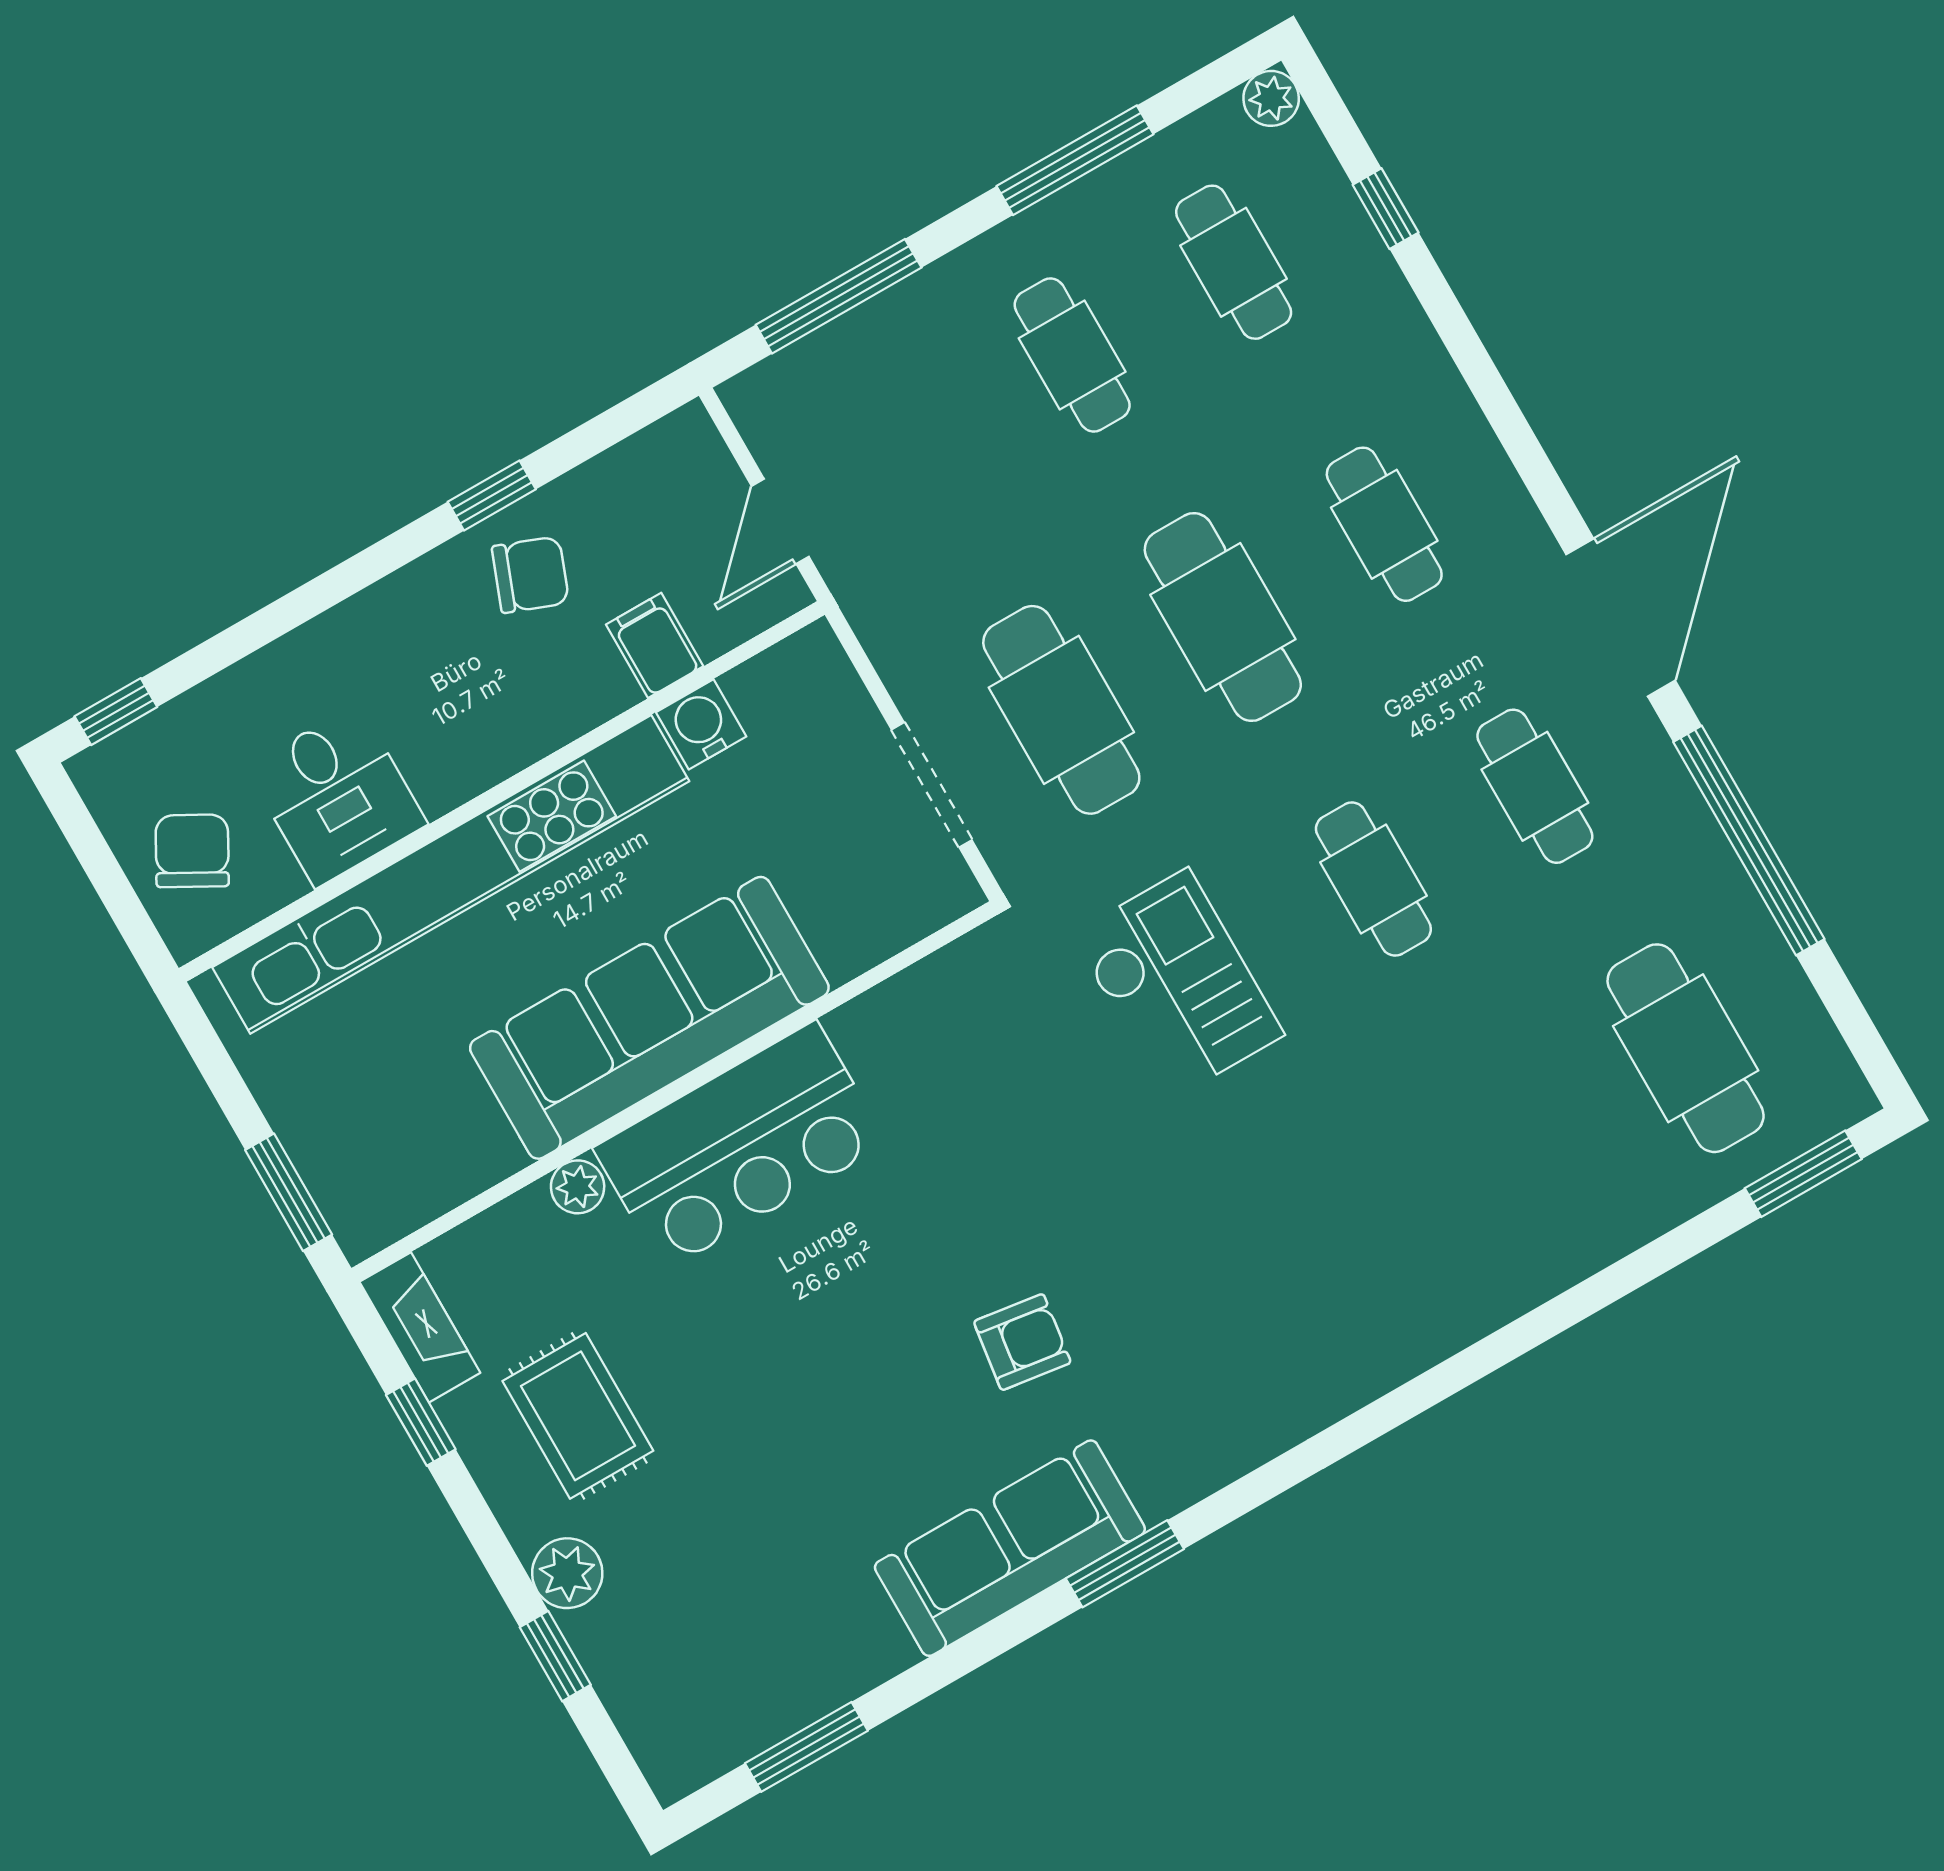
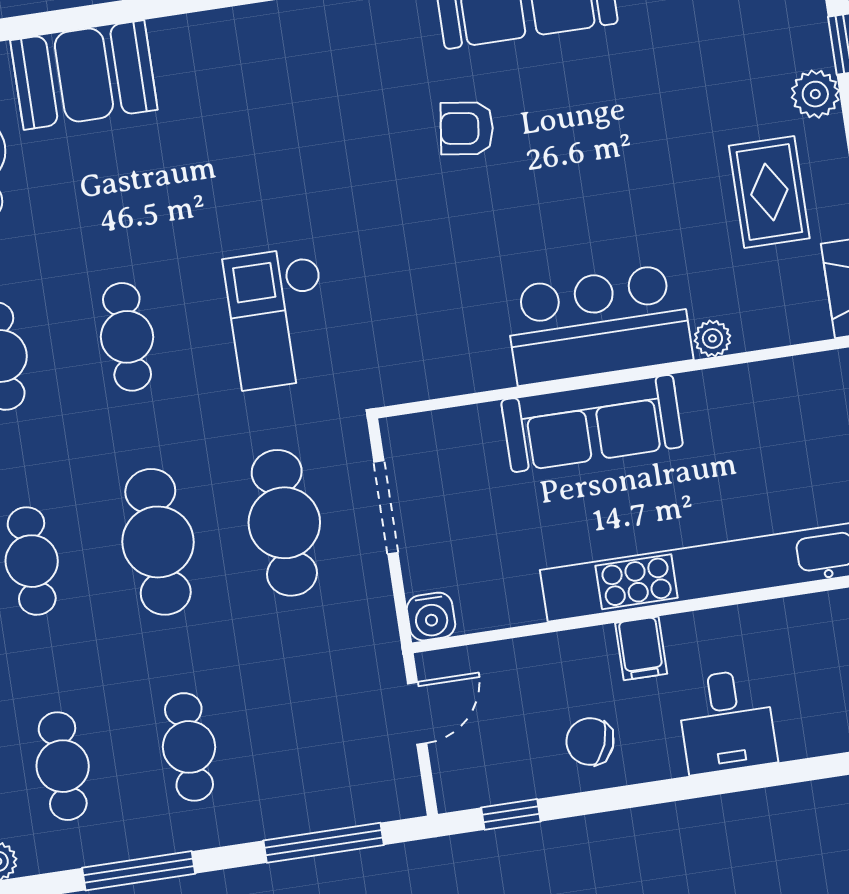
window: (492, 496) -> (511, 814), moved
filing cabinet: (655, 645) -> (641, 648), moved
water cooler: (701, 724) -> (431, 617), moved
desk: (337, 796) -> (727, 721), moved, turned 180
sofa: (649, 1018) -> (592, 423), width x0.74, depth x0.79
booth: (1571, 1212) -> (84, 75), added

